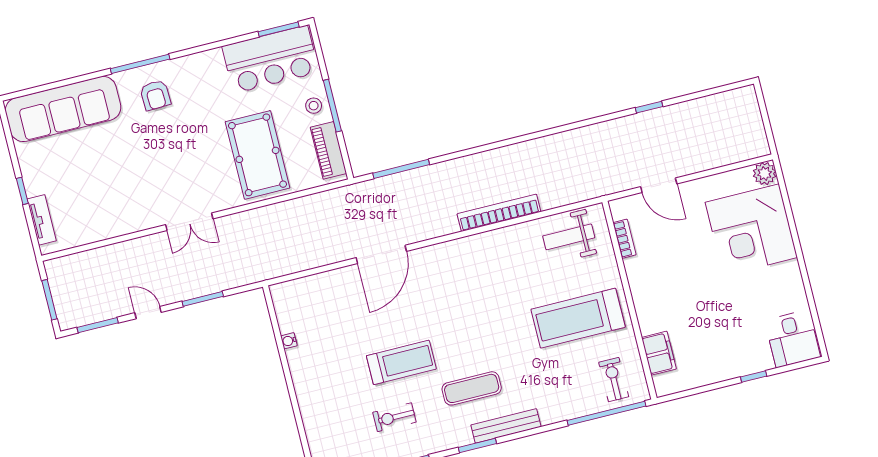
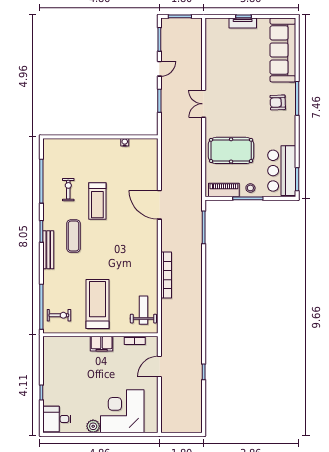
plant: (765, 174) -> (93, 426), moved
tv unit: (42, 220) -> (243, 23), moved
filing cabinet: (659, 353) -> (102, 344), moved

